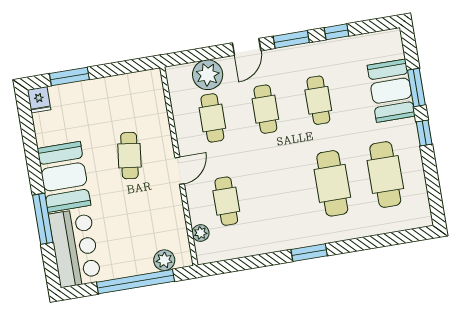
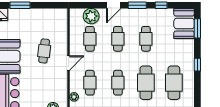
window: (416, 87) -> (197, 28), moved
booth: (391, 91) -> (184, 24), moved
cafe table: (279, 192) -> (118, 83), added

